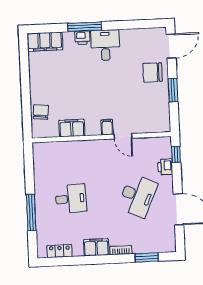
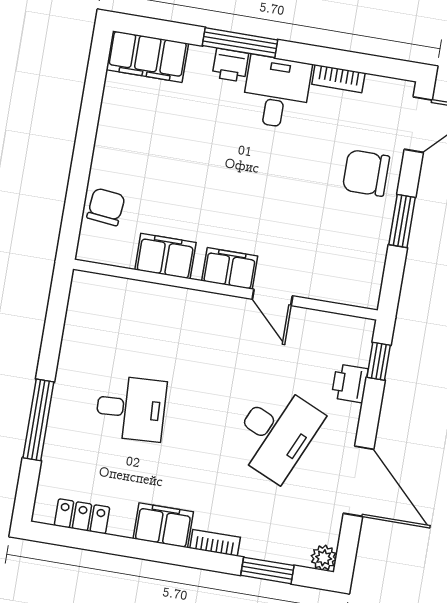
bookcase: (131, 33) -> (338, 79), added
filing cabinet: (107, 127) -> (230, 268), width x2.00
plant: (170, 246) -> (324, 558), added

